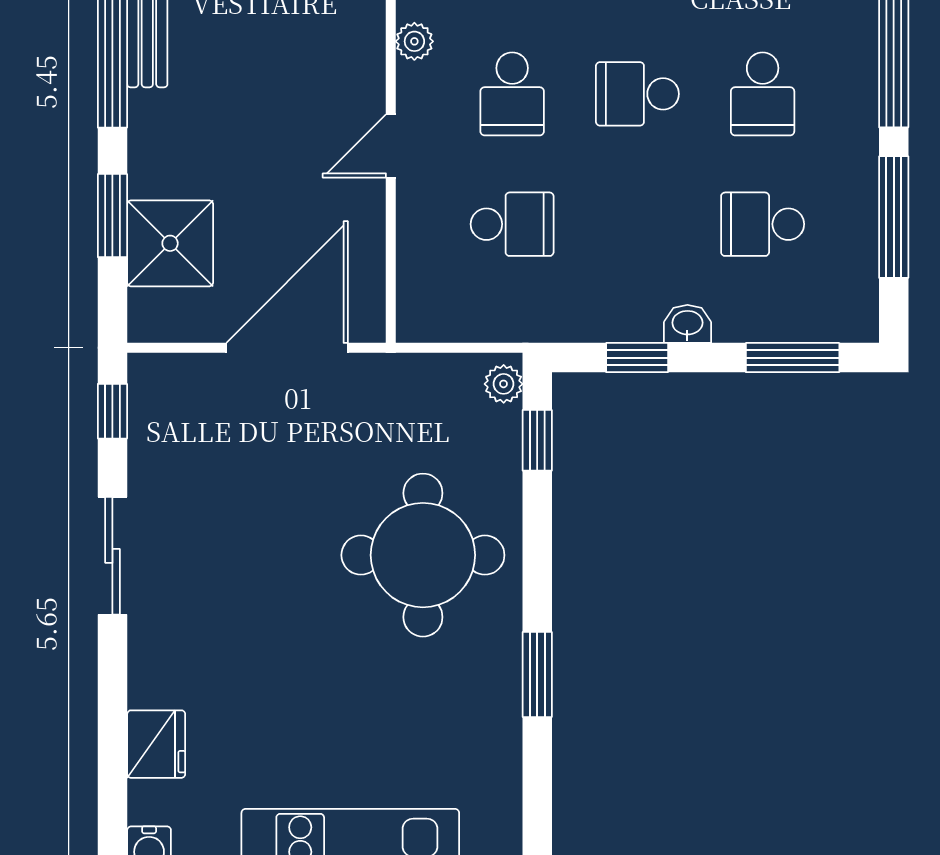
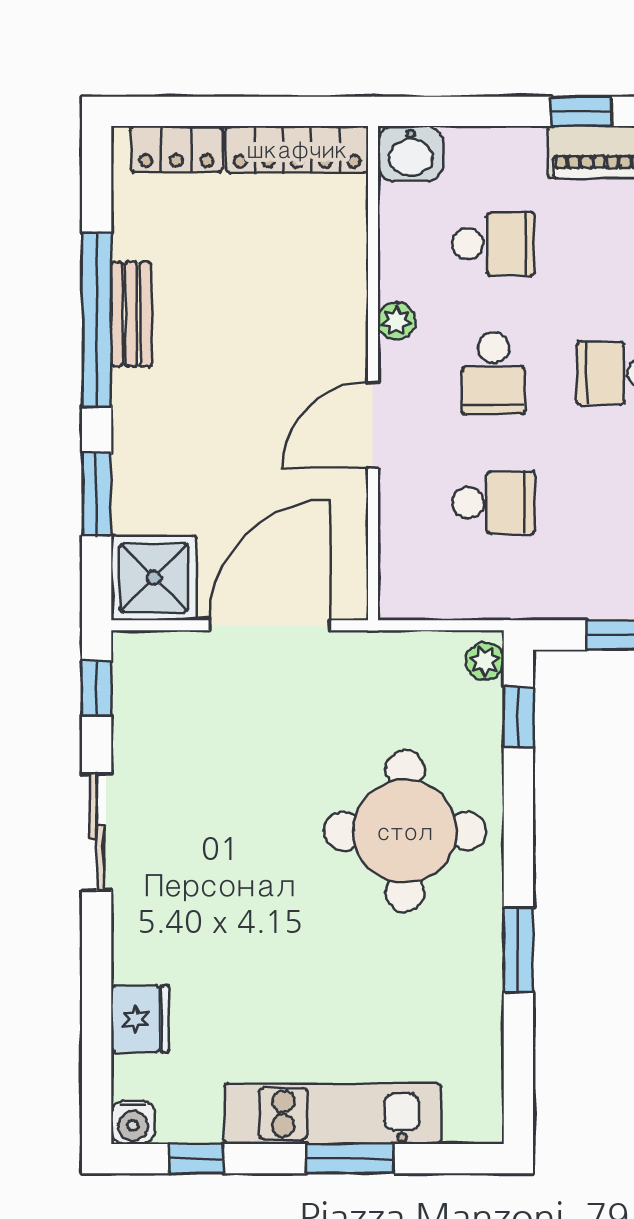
door: (391, 146) -> (373, 425), width x1.38
shower: (170, 243) -> (154, 578), moved

